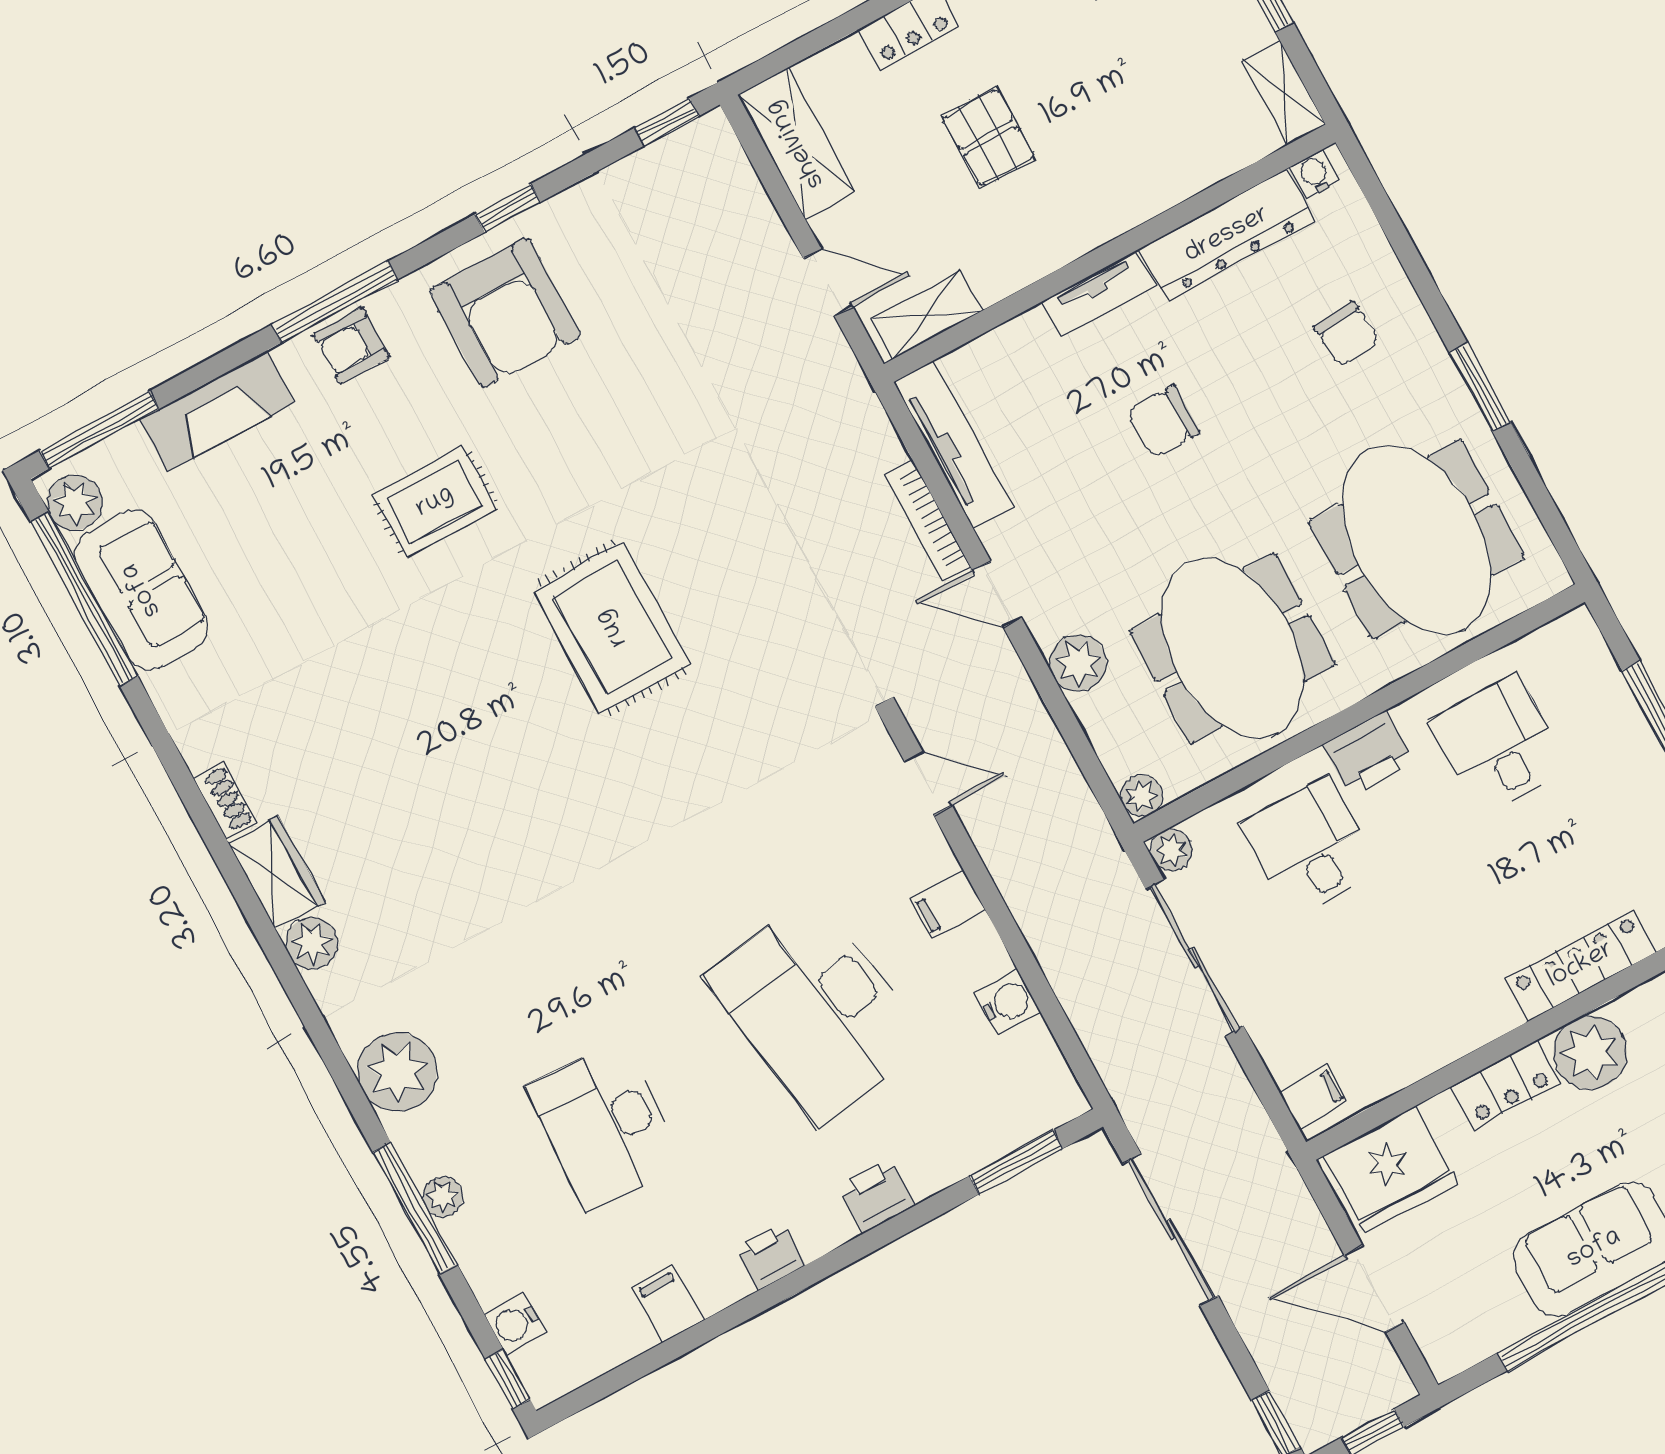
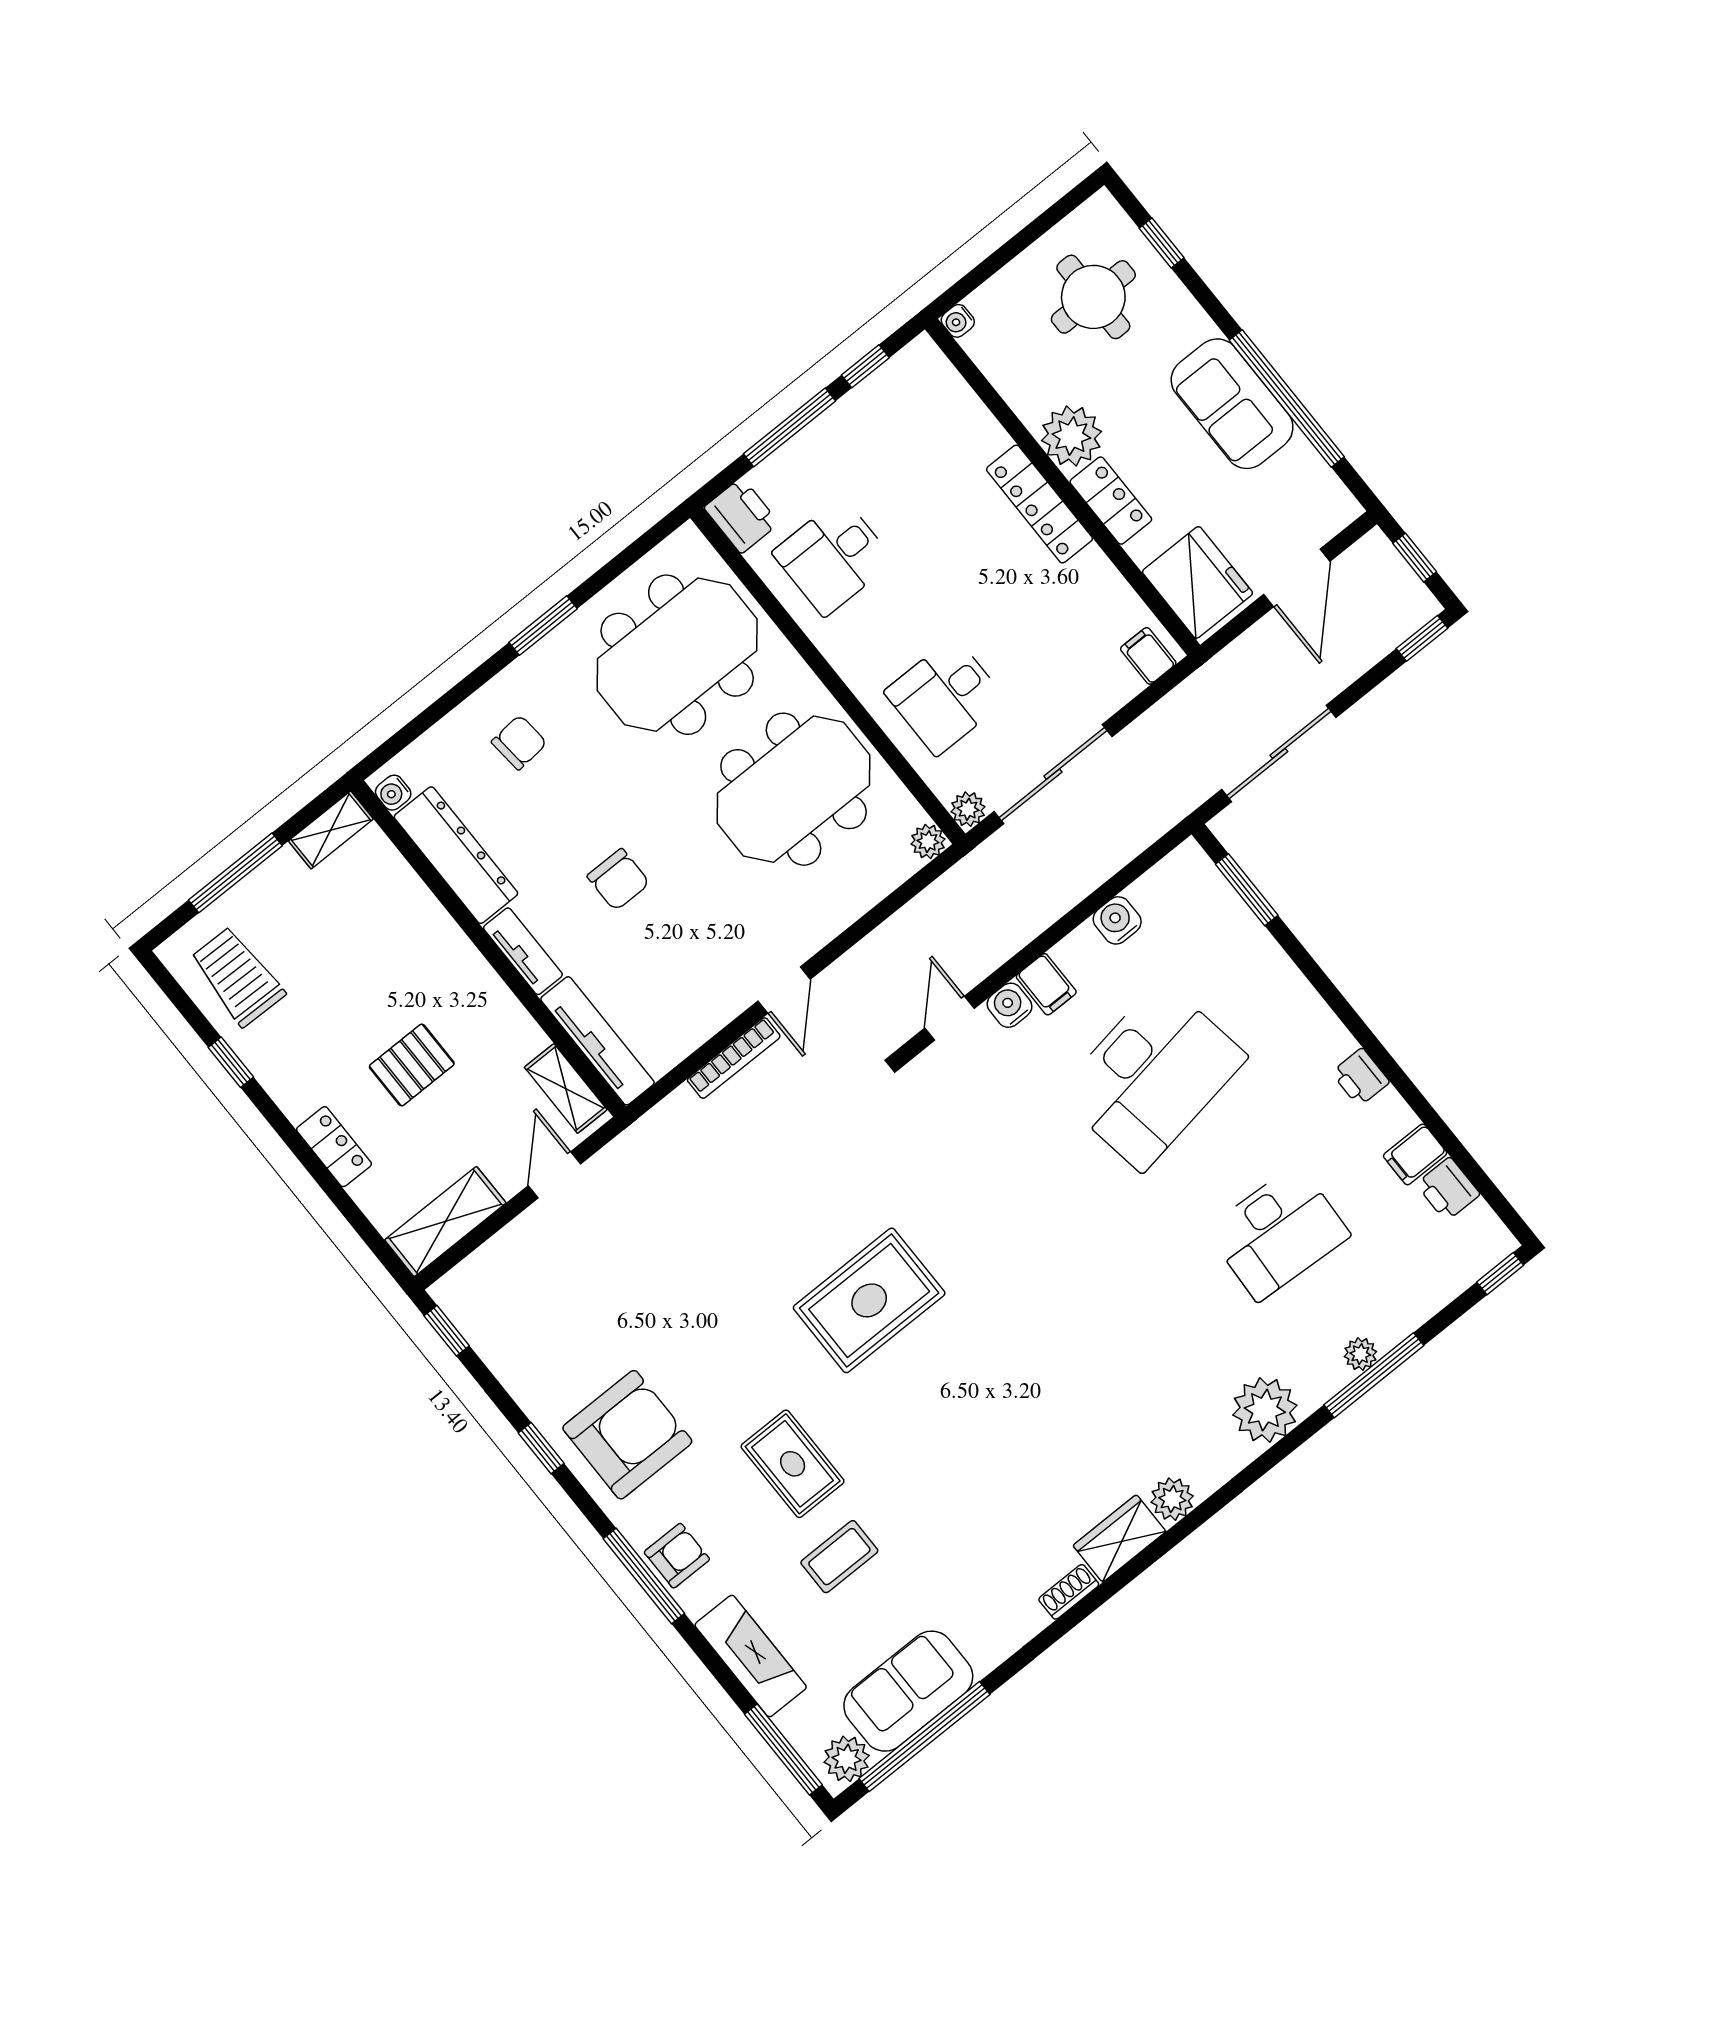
armchair: (351, 346) -> (677, 1556), turned -90
tv unit: (953, 444) -> (597, 1041), moved, turned 90
coffee table: (315, 537) -> (839, 1557), added
plant: (1078, 663) -> (829, 913), removed
printer: (1368, 753) -> (742, 515), moved
locker: (1581, 965) -> (1039, 504), moved
printer: (877, 1196) -> (1448, 1189), moved
water cooler: (515, 1324) -> (1010, 1005), moved, turned 180

